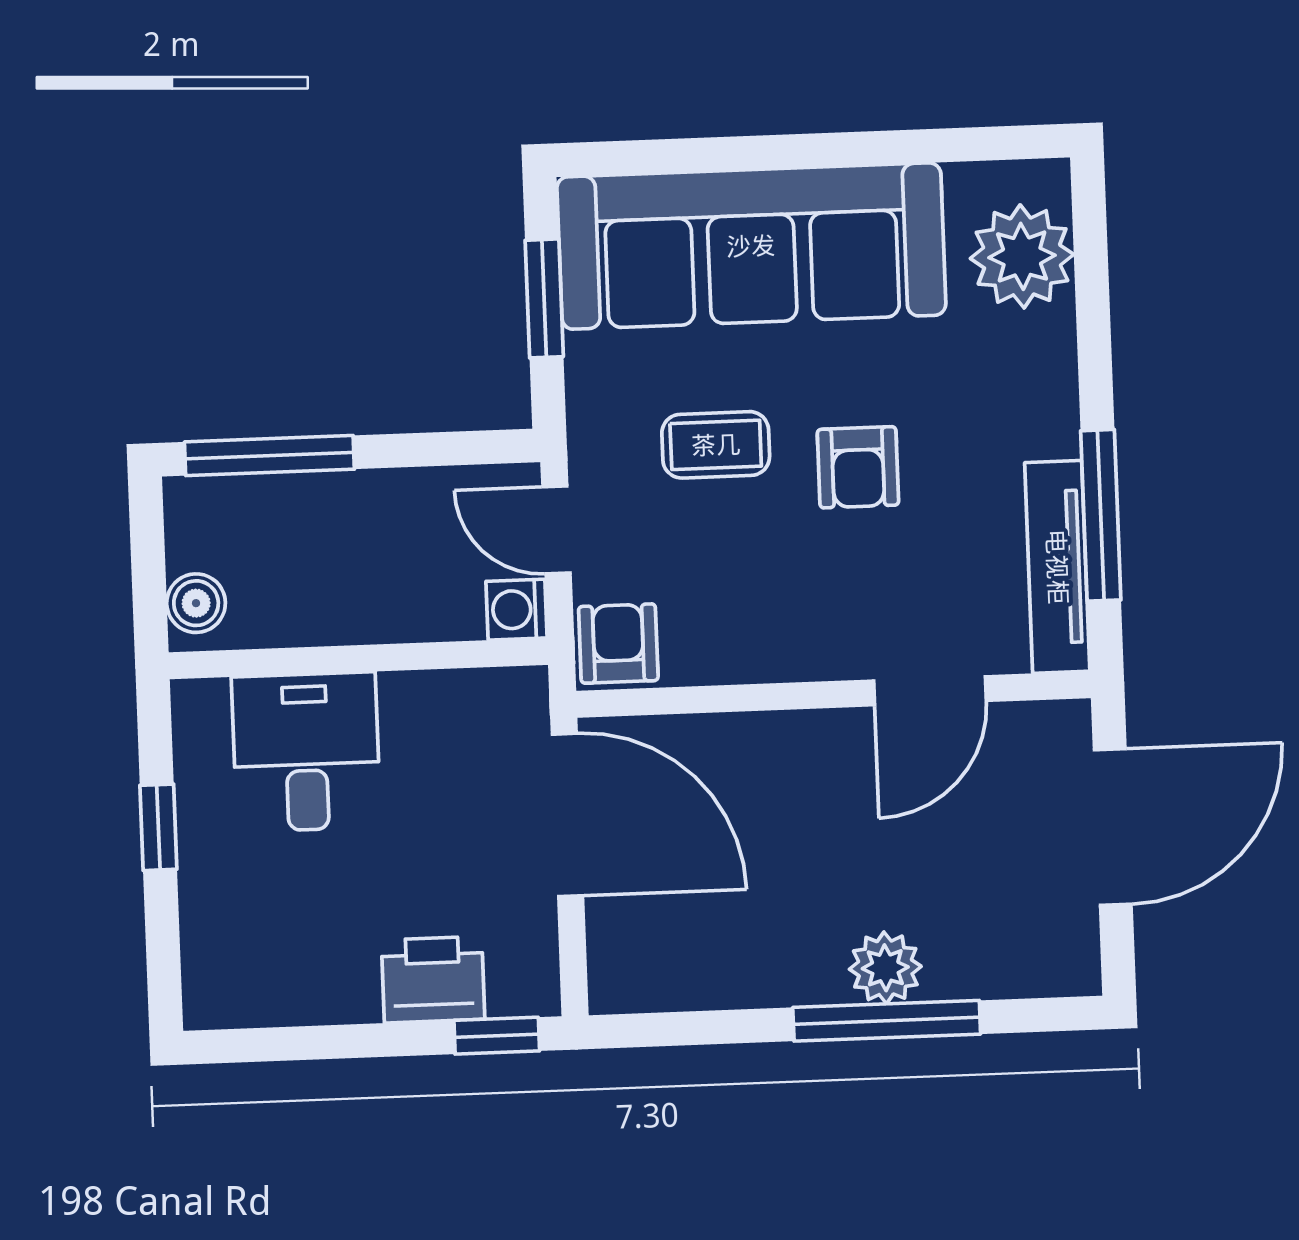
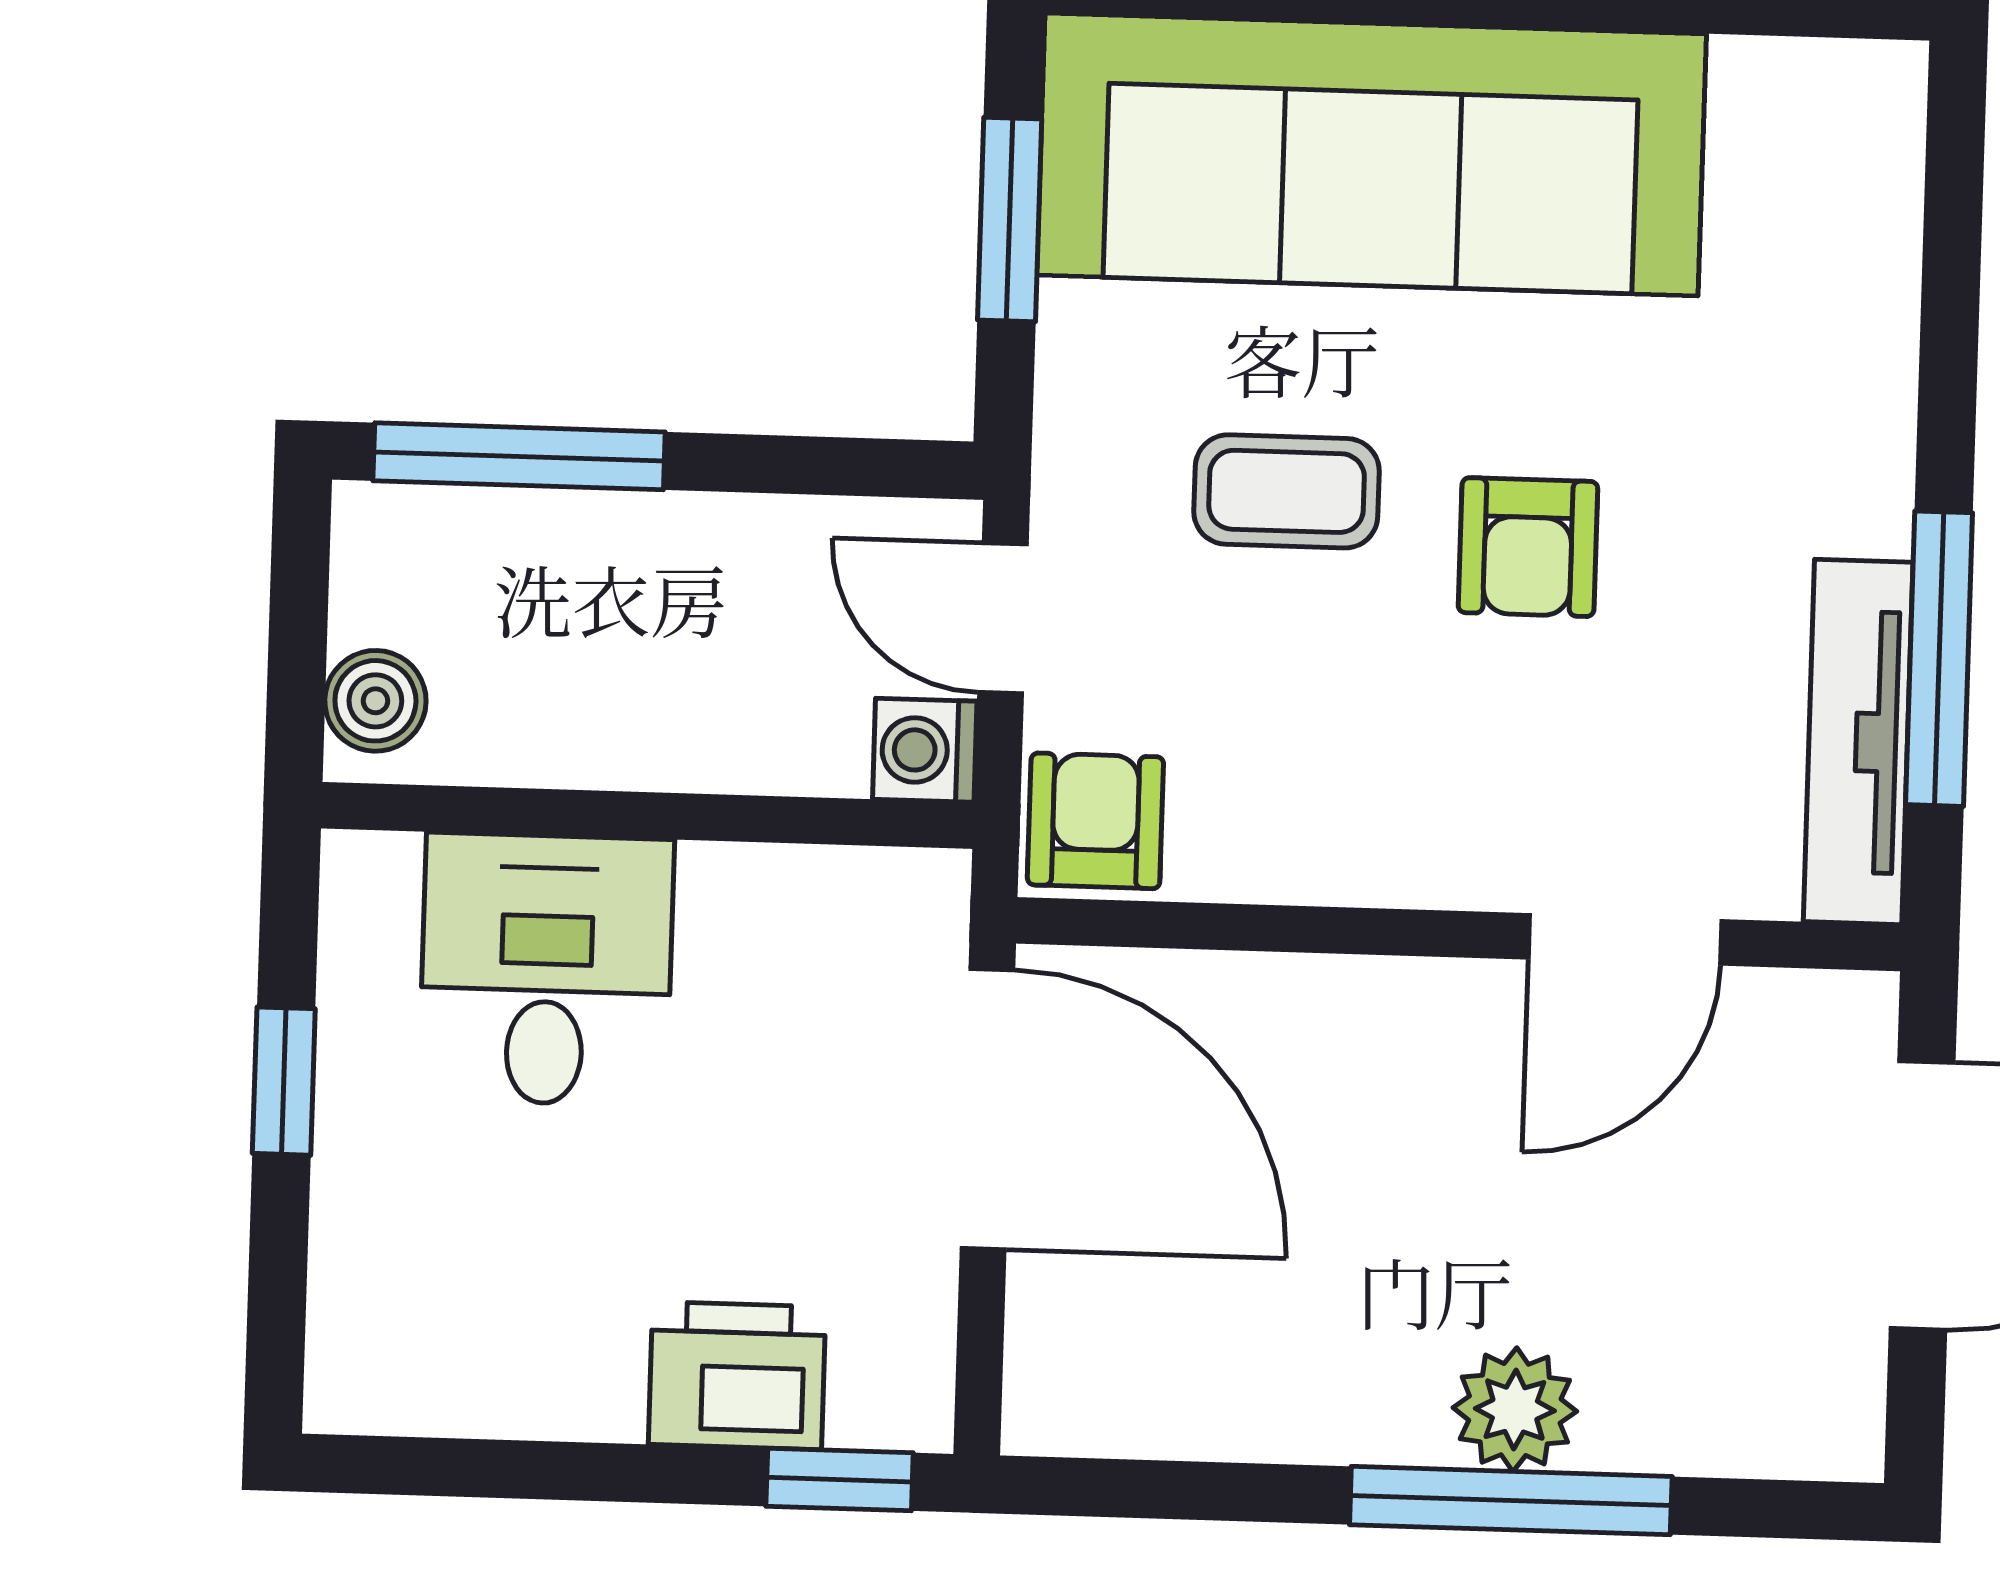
plant: (1022, 256) -> (1835, 205), removed

